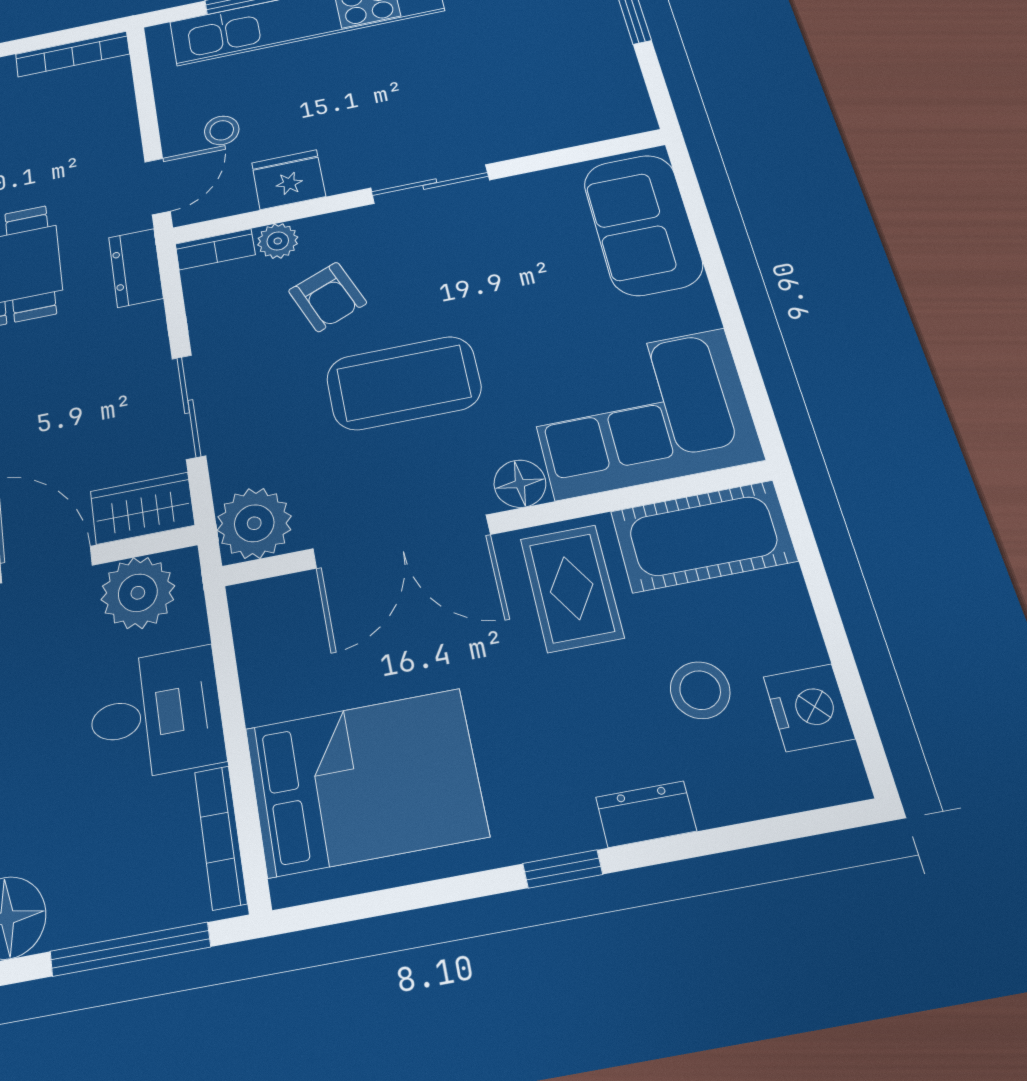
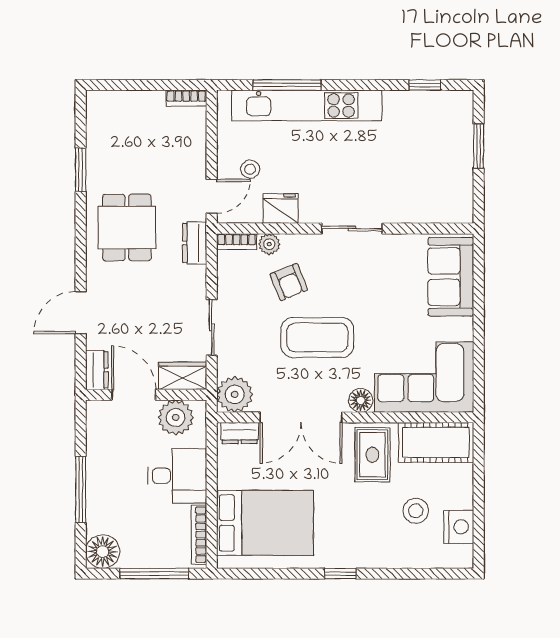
bookcase: (72, 54) -> (186, 98), width x0.64
dresser: (646, 814) -> (240, 433), moved, turned 180

